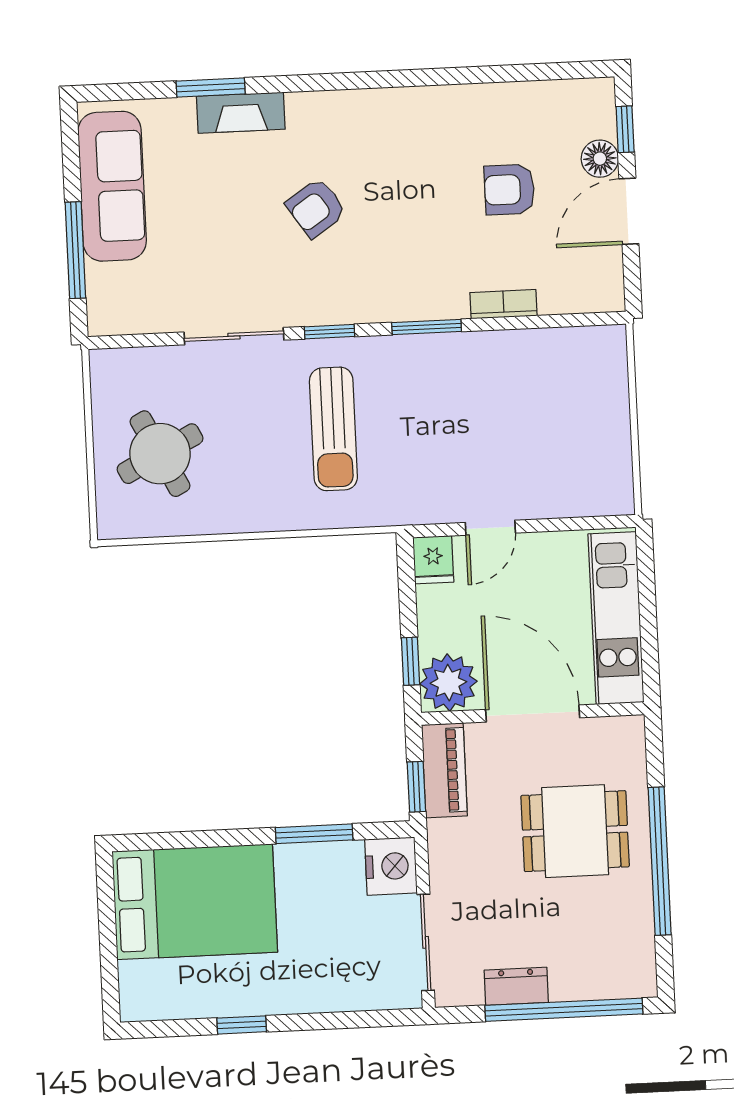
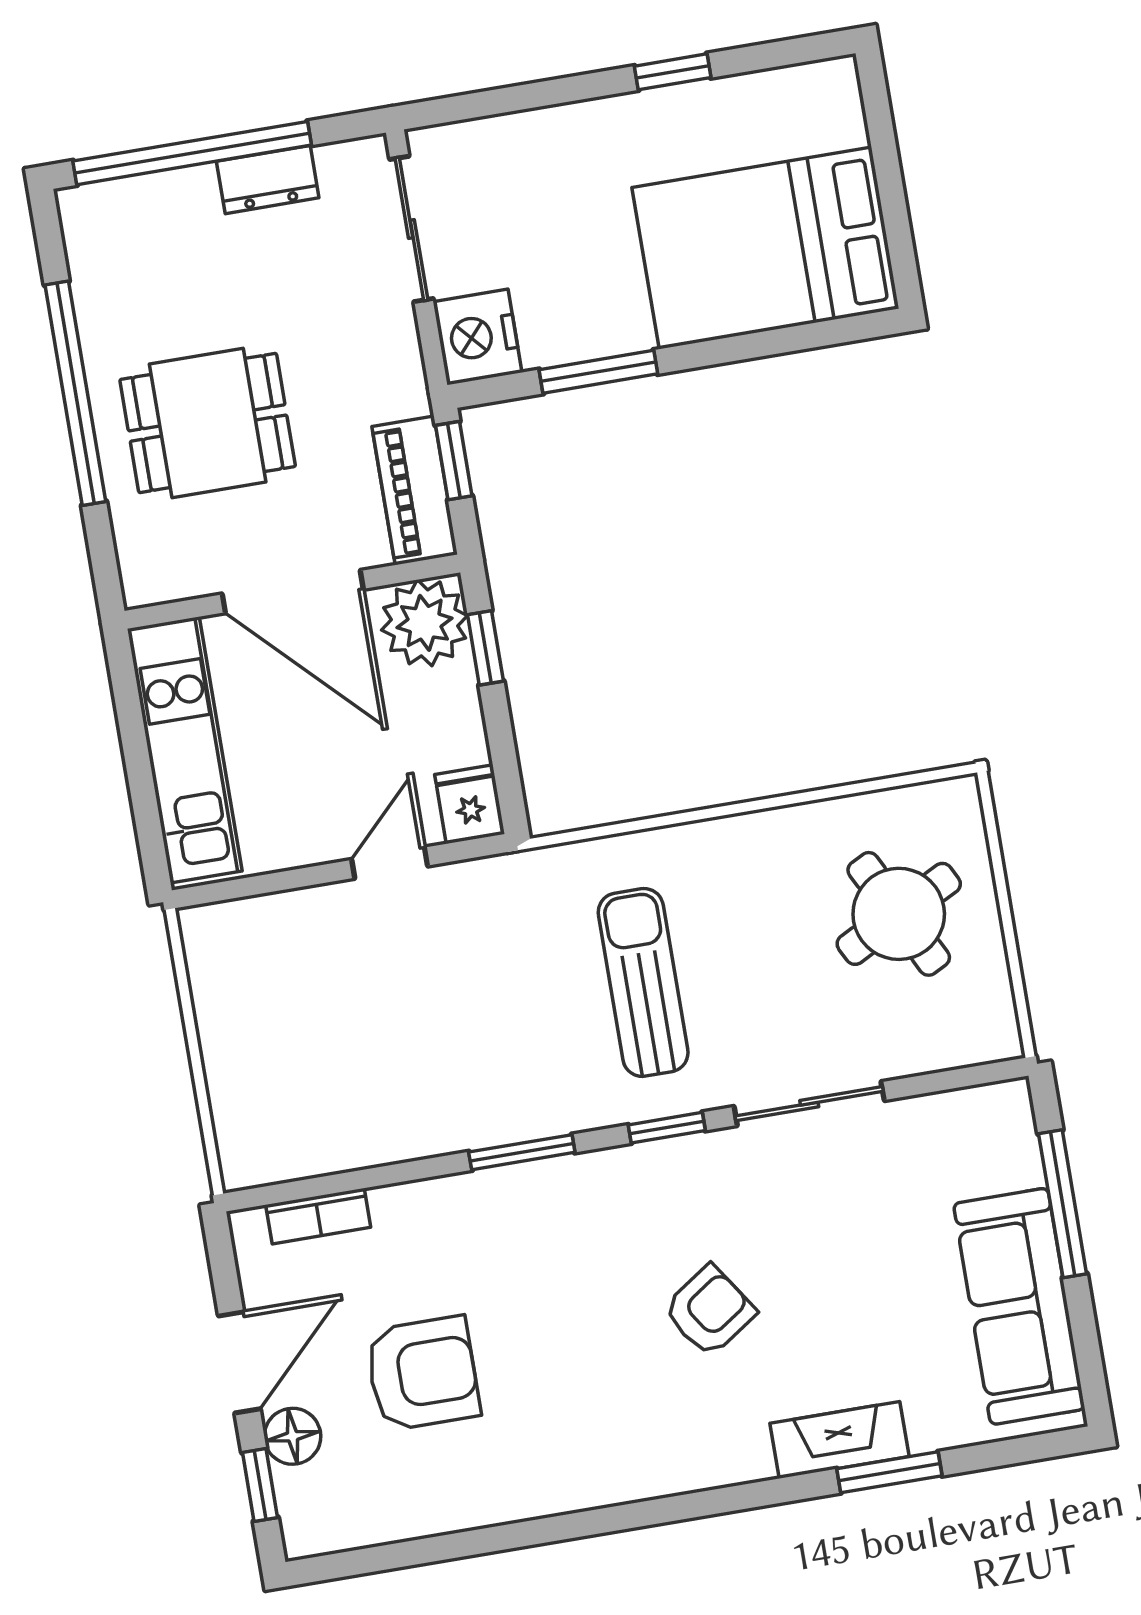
armchair: (509, 190) -> (423, 1373), width x1.38, depth x1.38
bookcase: (503, 304) -> (318, 1216), moved

